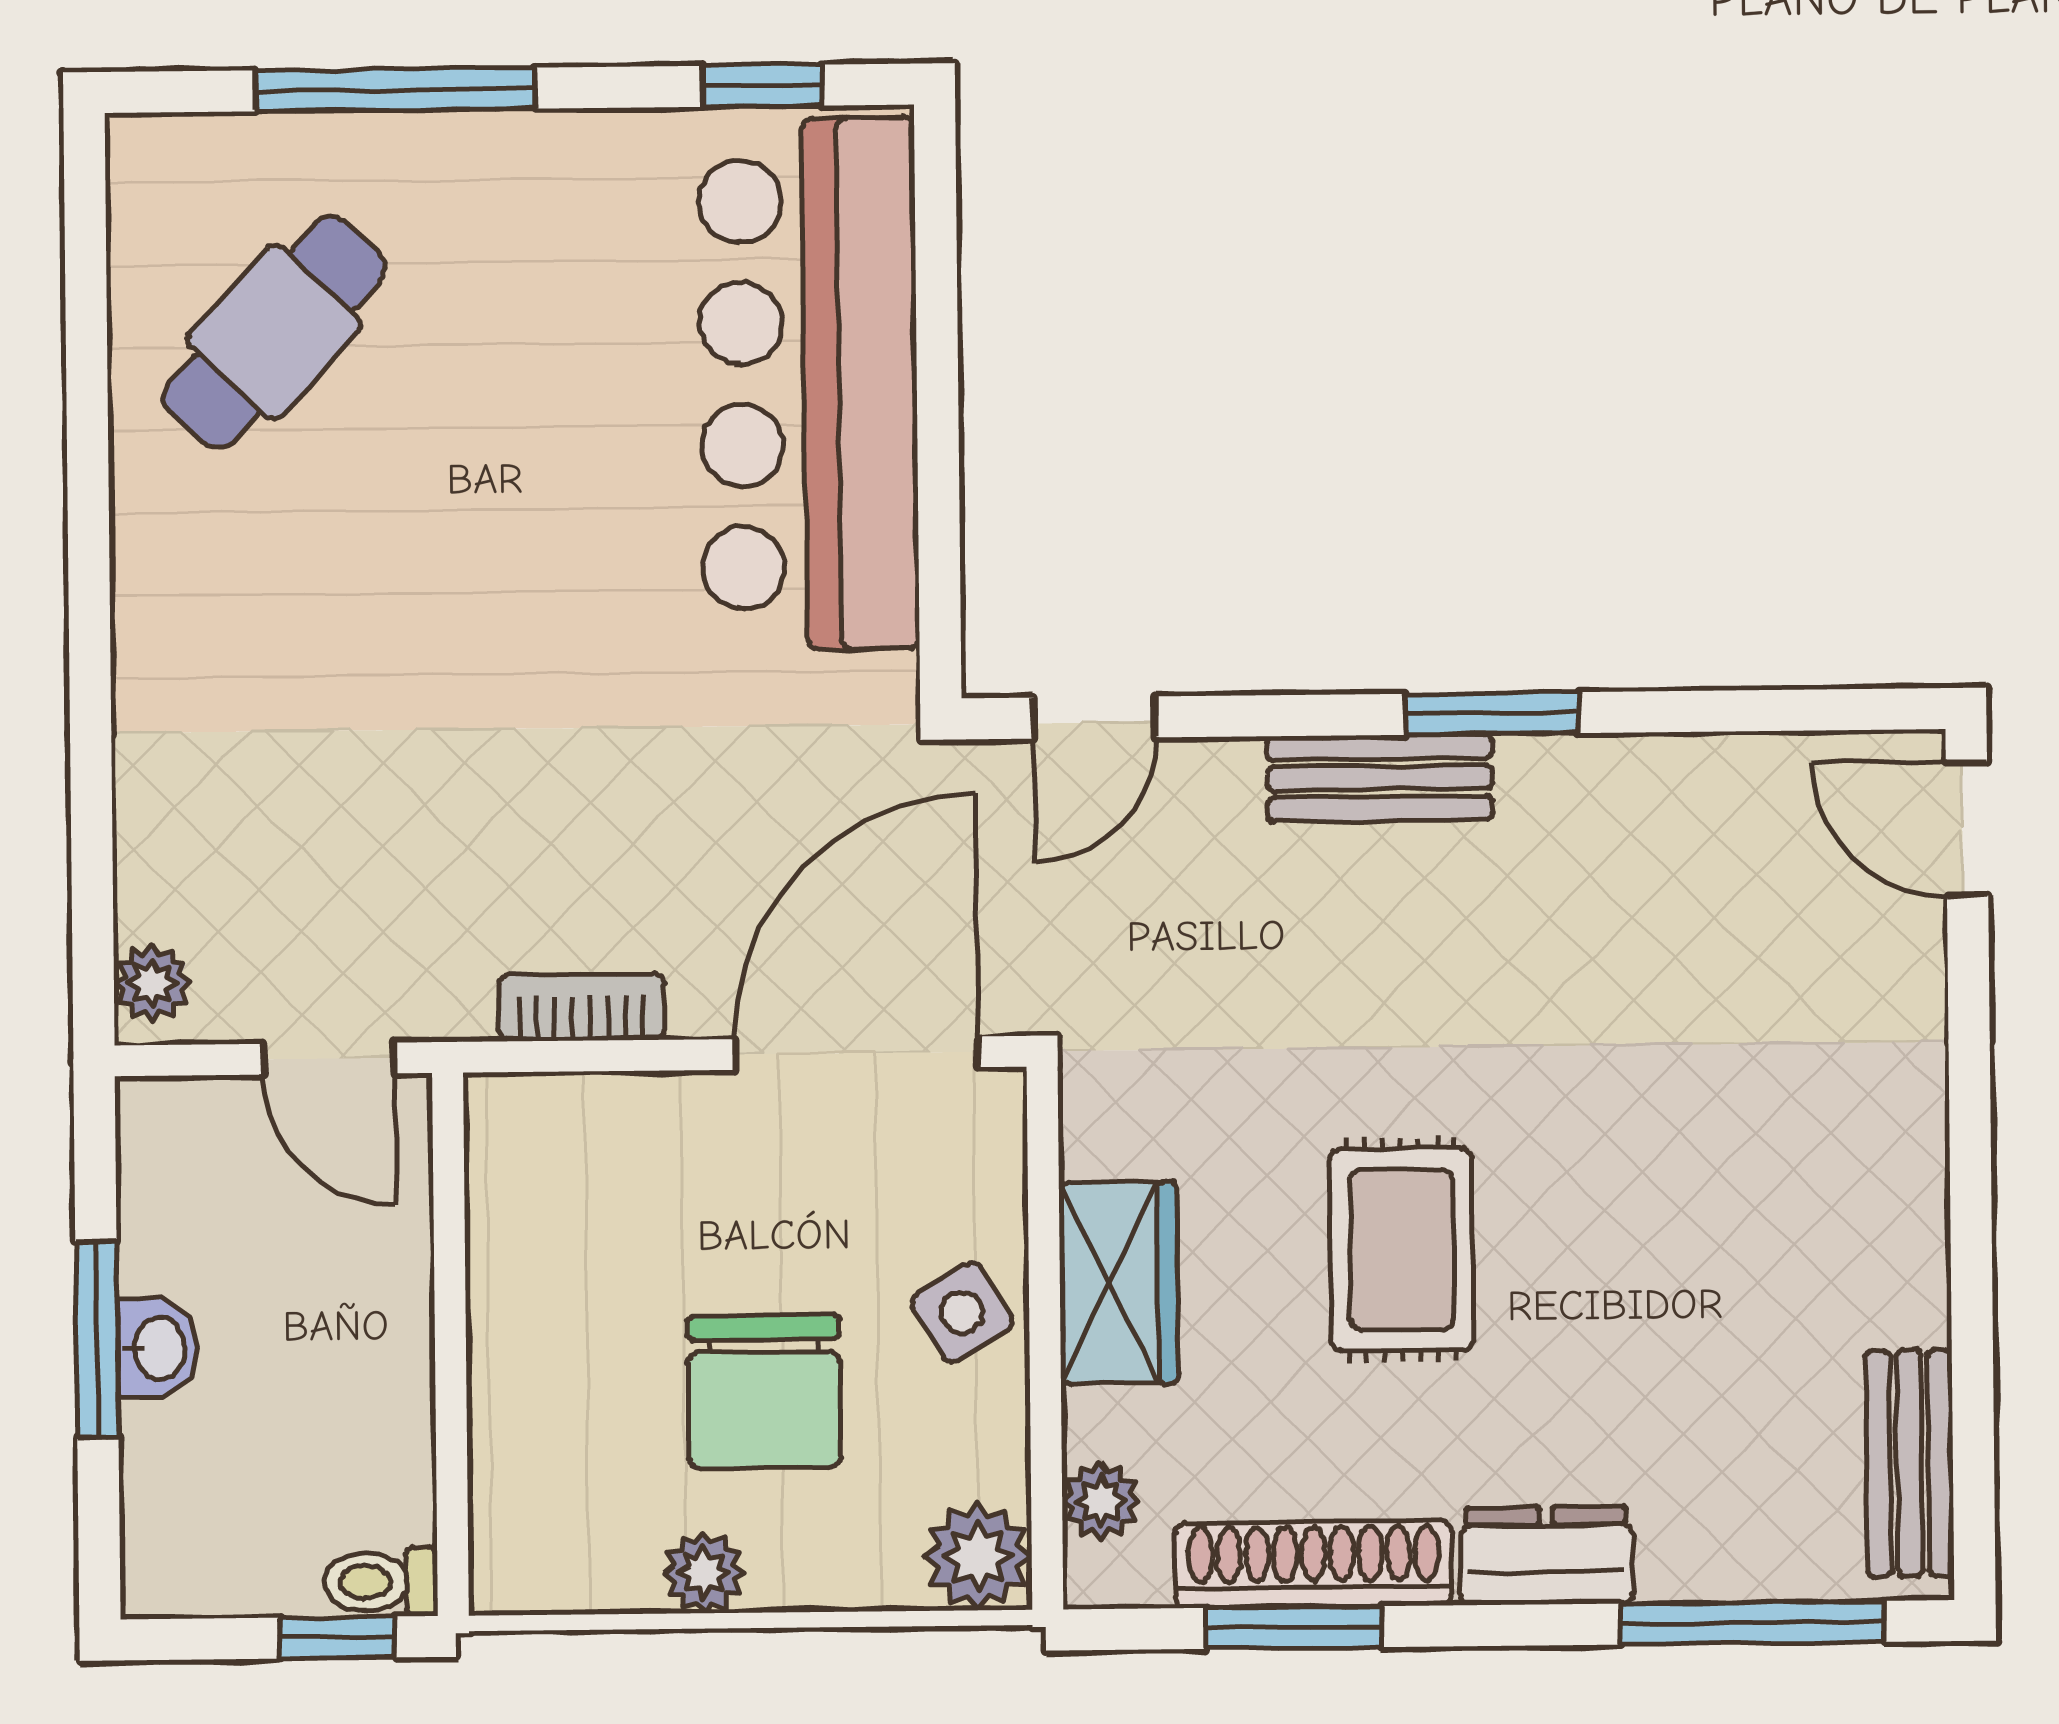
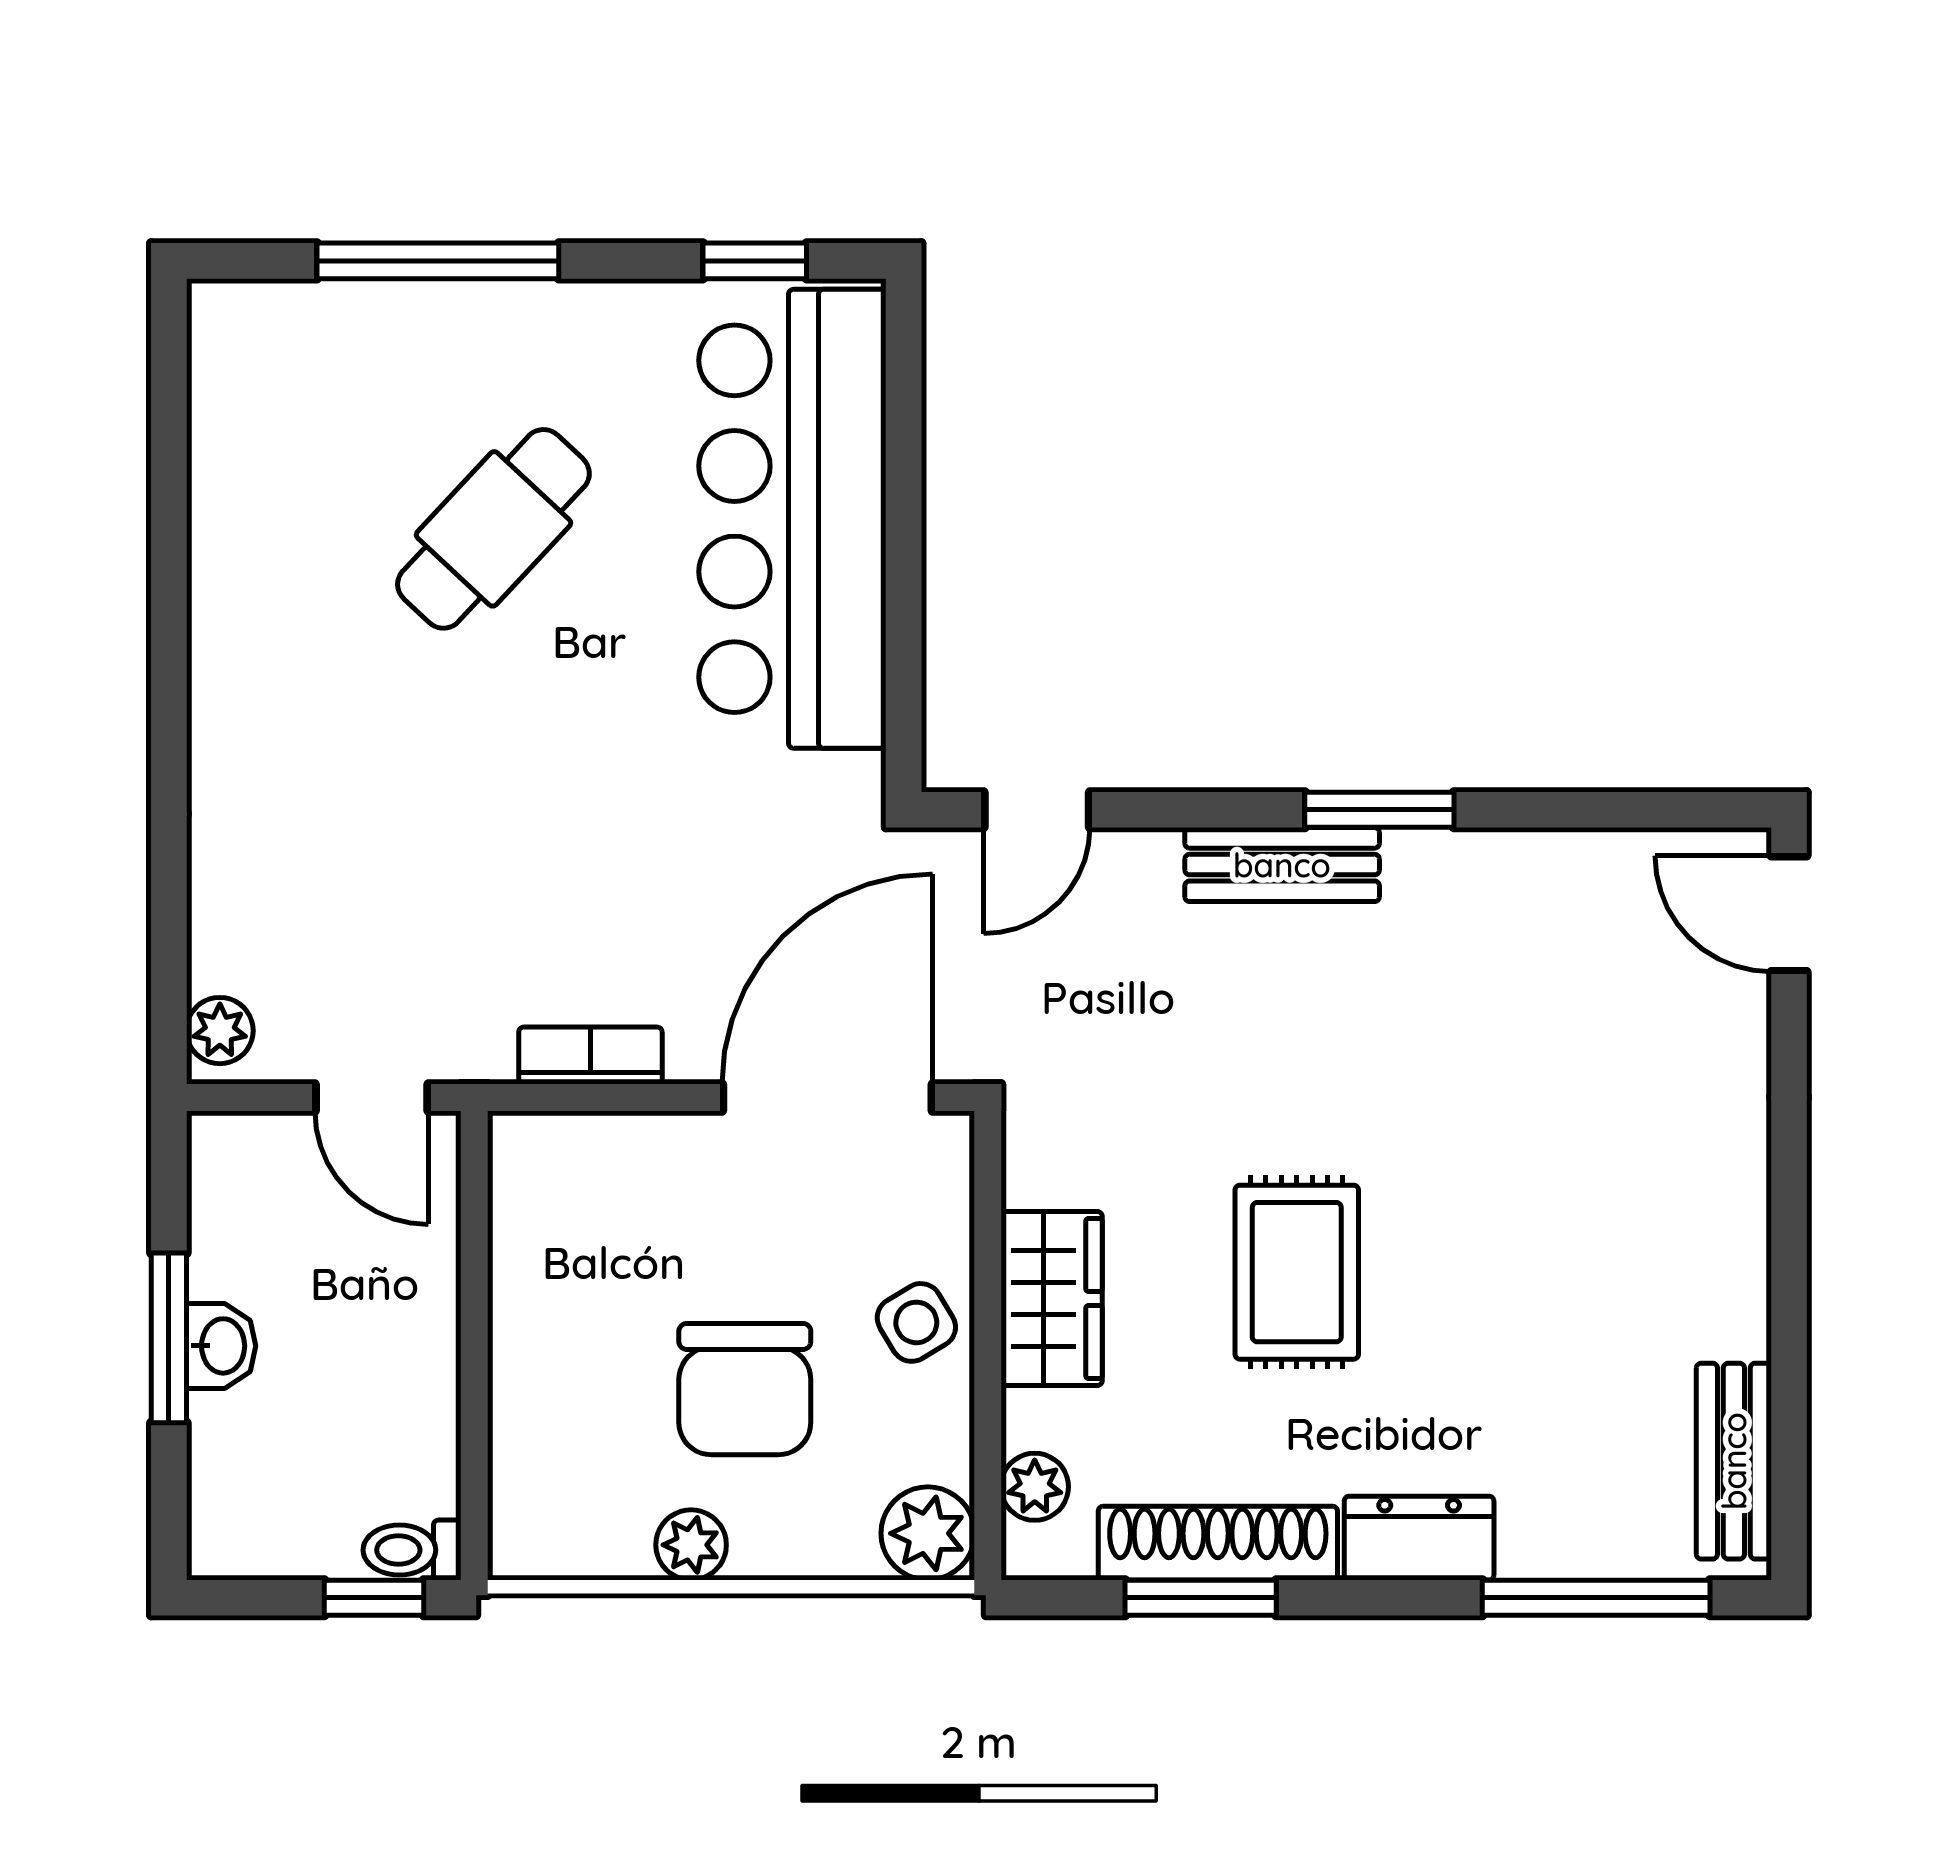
cafe table: (275, 332) -> (493, 529), moved

